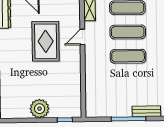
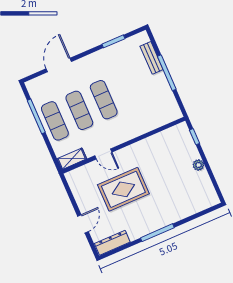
plant: (40, 109) -> (198, 165), width x0.53, depth x0.53

